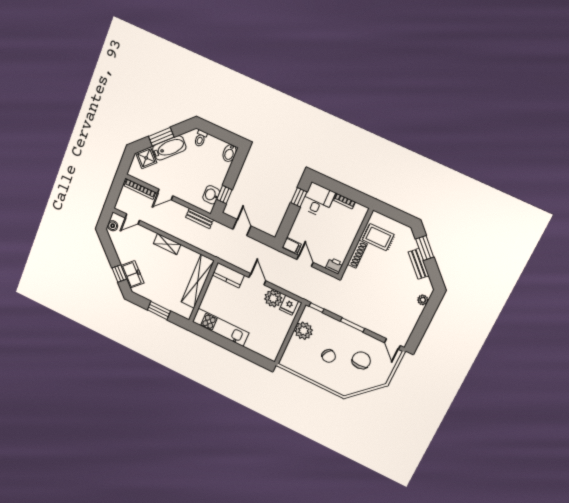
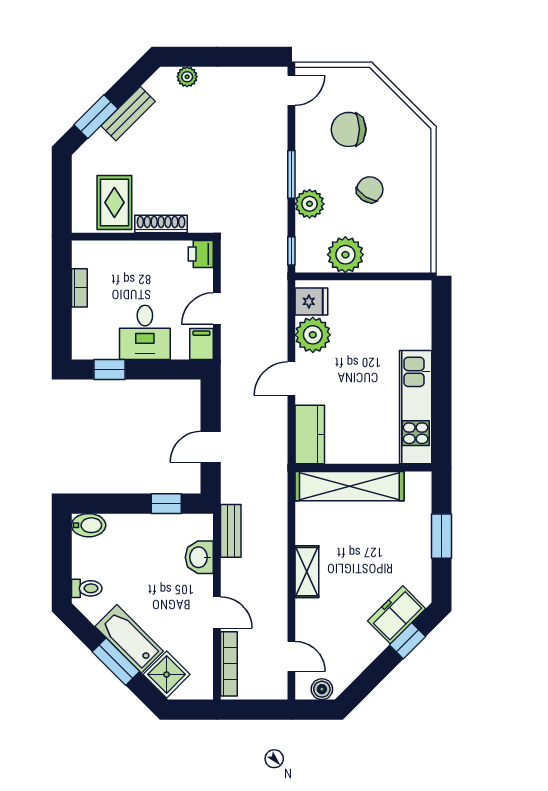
washbasin: (211, 195) -> (199, 557), moved, turned 90
desk: (318, 200) -> (145, 332), moved, turned -90
plant: (335, 326) -> (310, 204), added

